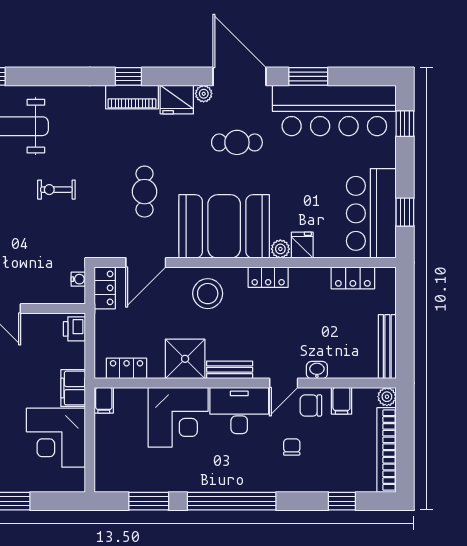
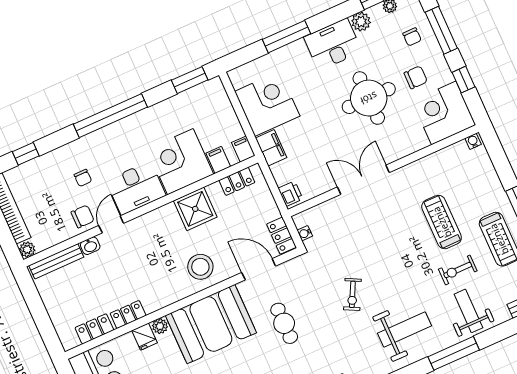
exercise bike: (56, 190) -> (352, 294), turned 117
door: (146, 263) -> (259, 269), hinge flipped
locker: (268, 277) -> (128, 315), moved
bench: (387, 347) -> (56, 261), moved, turned 90
bench: (230, 370) -> (157, 216), removed
filing cabinet: (341, 401) -> (218, 160), moved
window: (149, 501) -> (190, 80), moved

